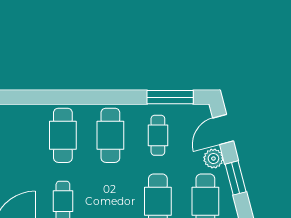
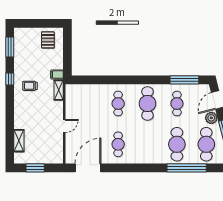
cafe table: (63, 135) -> (118, 104), width x0.73, depth x0.74

